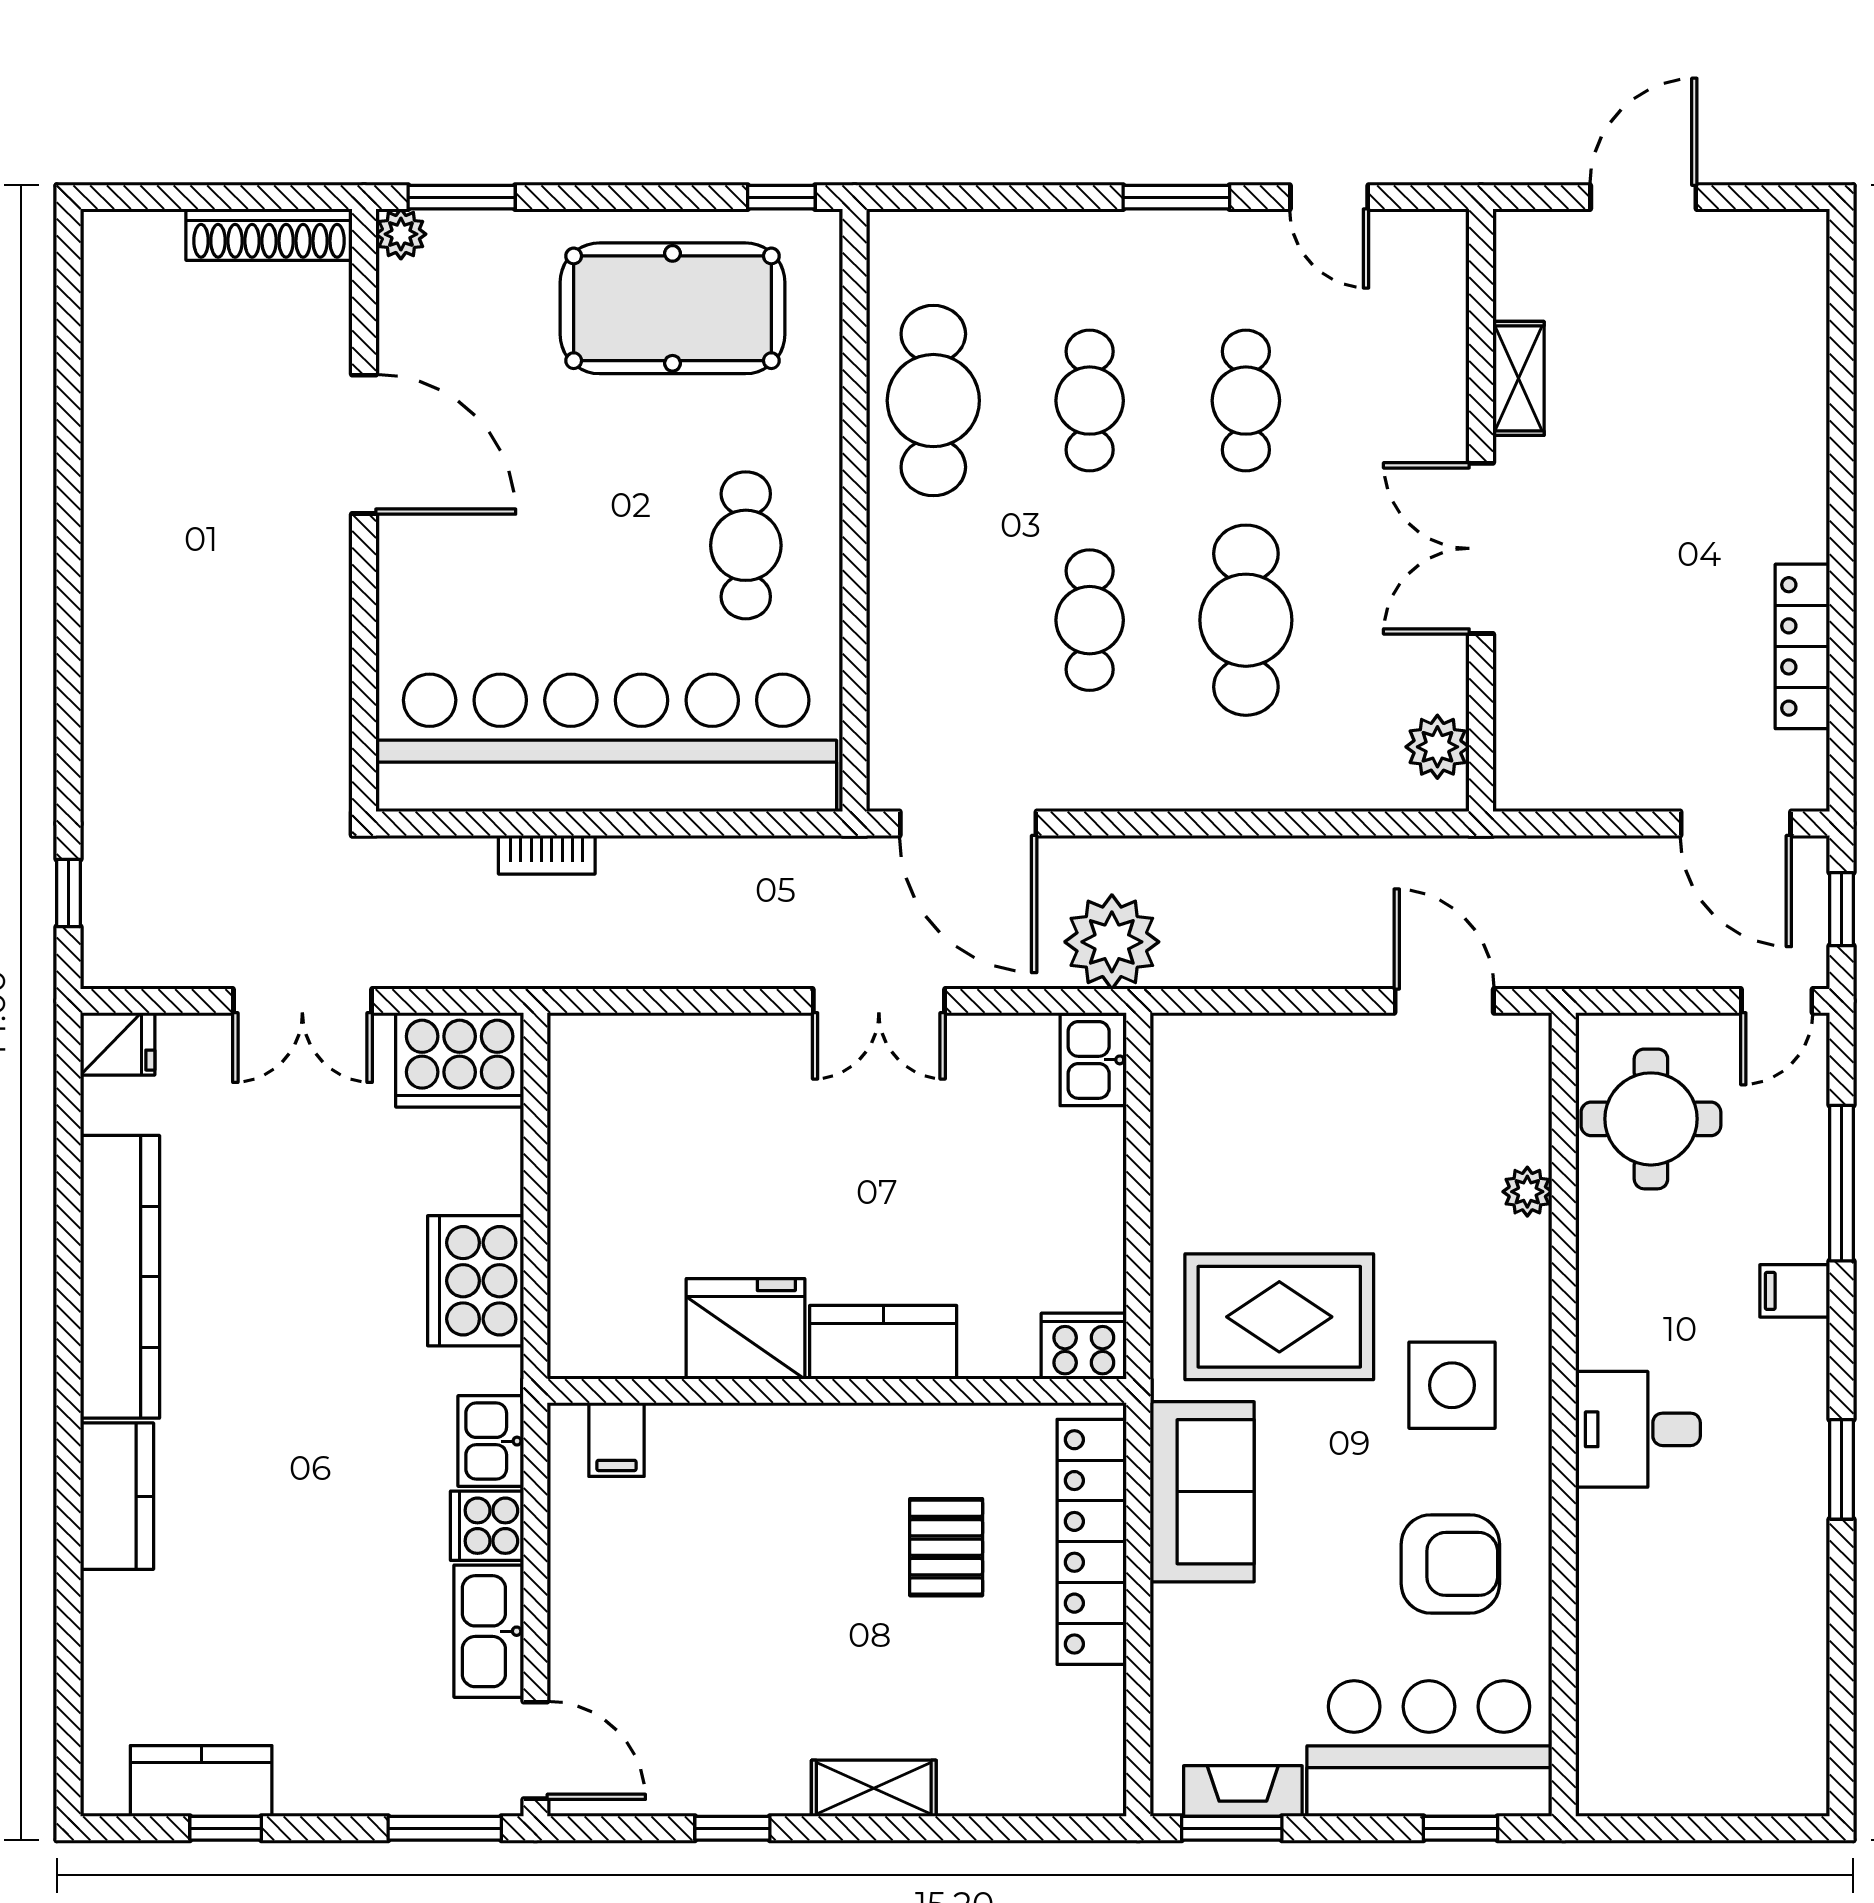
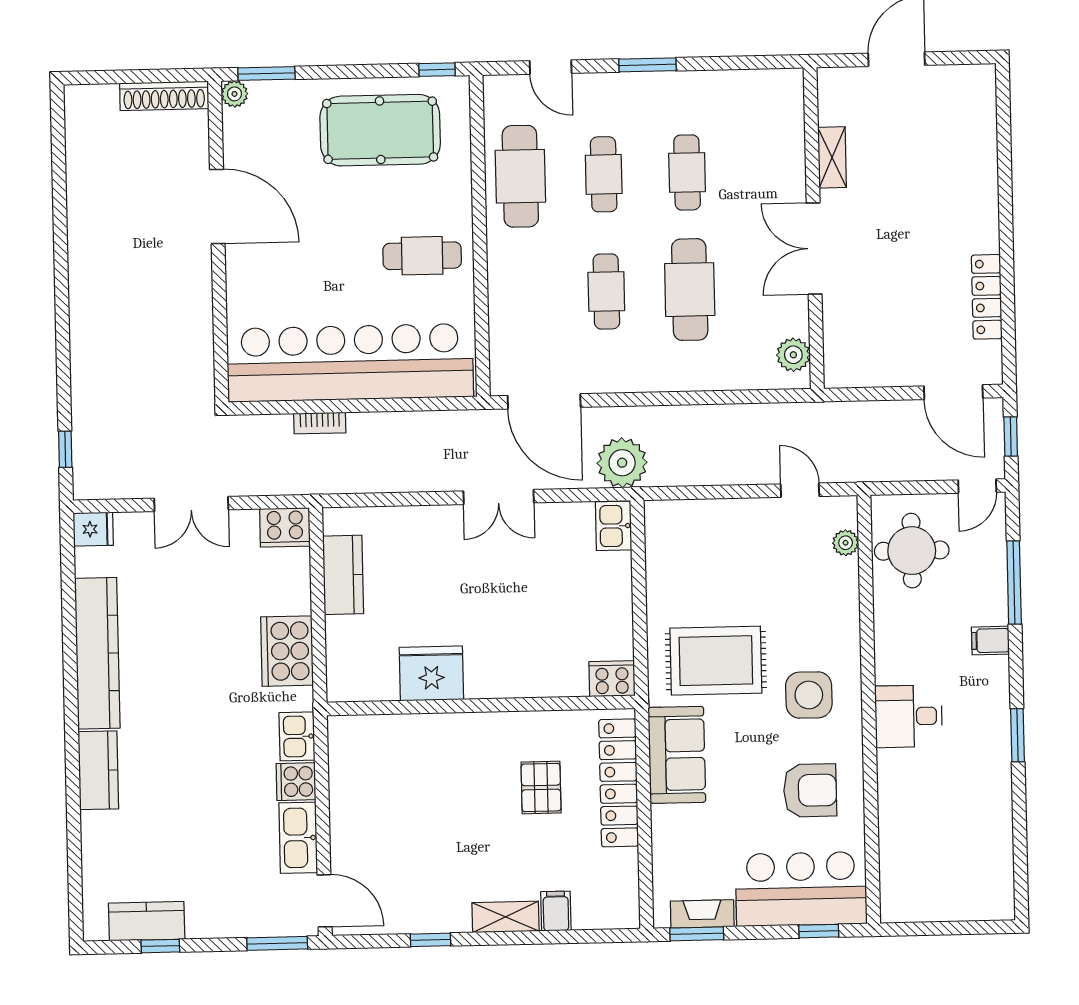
door: (1329, 197) -> (551, 67), moved
cafe table: (746, 545) -> (422, 256), turned 90
door: (1444, 1001) -> (800, 490), width x0.73
cooker: (460, 1060) -> (285, 527), width x0.73, depth x0.76
plant: (1527, 1192) -> (846, 543), moved
kitchen counter: (883, 1342) -> (343, 575), moved, turned 90
filing cabinet: (616, 1440) -> (556, 911), moved, turned 180

